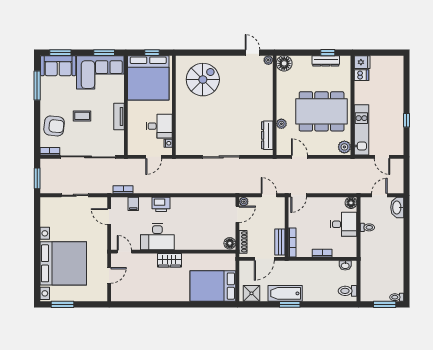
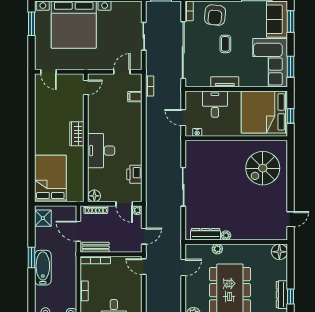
plant: (268, 60) -> (226, 235), moved
spiral stairs: (203, 80) -> (263, 168), turned 90
desk: (159, 126) -> (215, 104), moved, turned 180
printer: (161, 204) -> (134, 174), moved
desk: (157, 237) -> (101, 151), moved
door: (109, 275) -> (49, 72), moved
bathtub: (285, 293) -> (43, 268), moved

